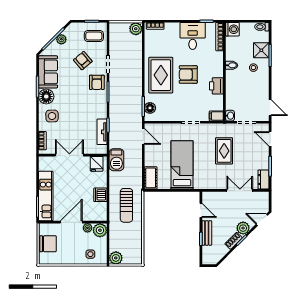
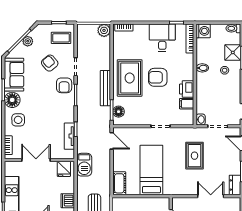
bench: (137, 85) -> (105, 88), added
filing cabinet: (216, 116) -> (187, 104), moved

